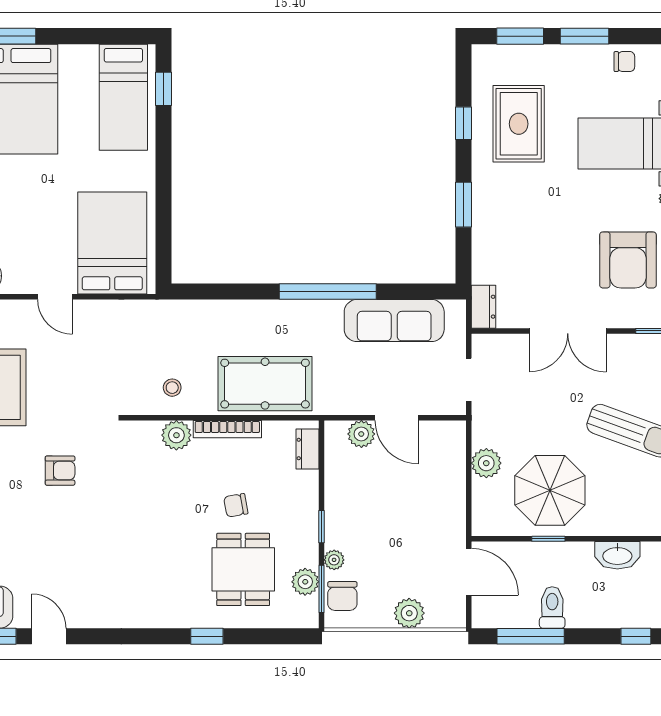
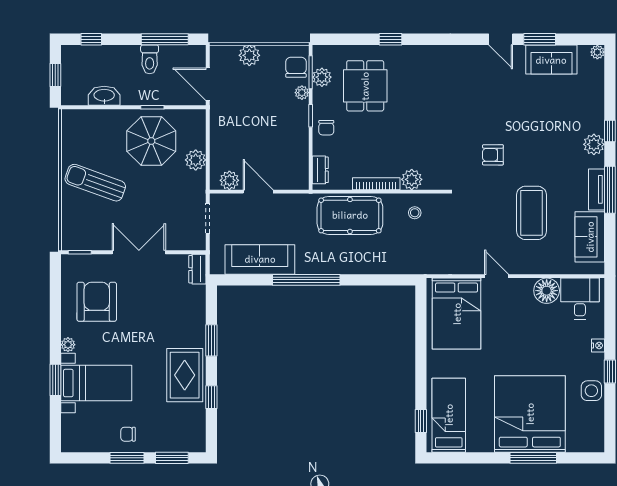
chair: (624, 62) -> (128, 434), moved
rug: (519, 124) -> (185, 375), moved
plant: (361, 434) -> (229, 180), moved
chair: (236, 505) -> (326, 128), moved, turned 100

